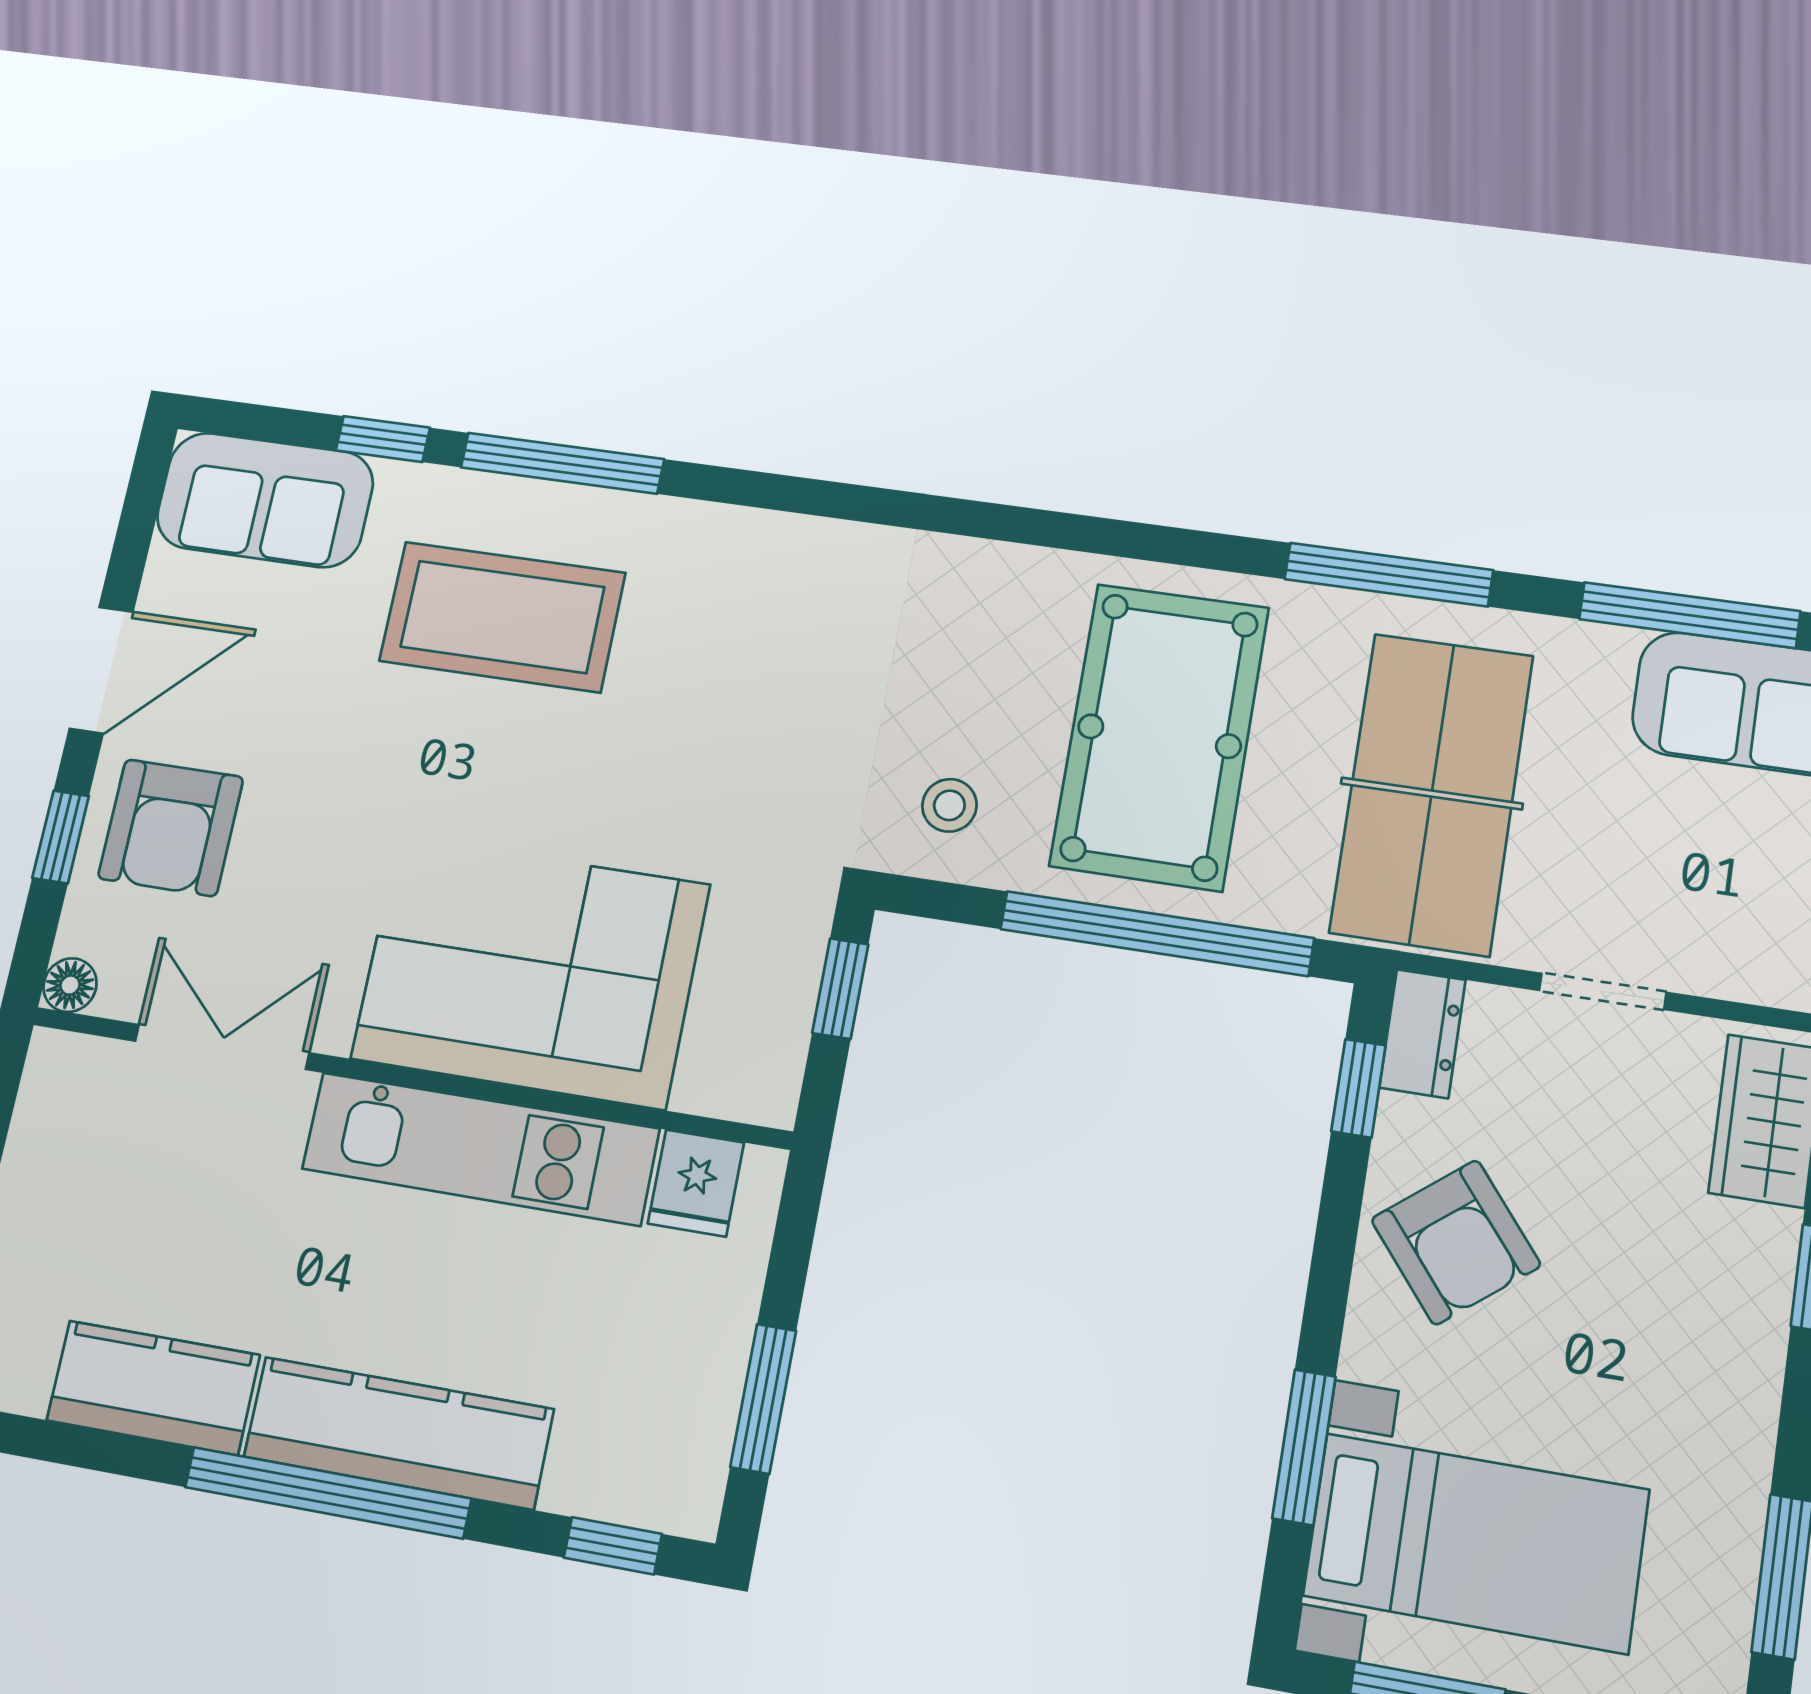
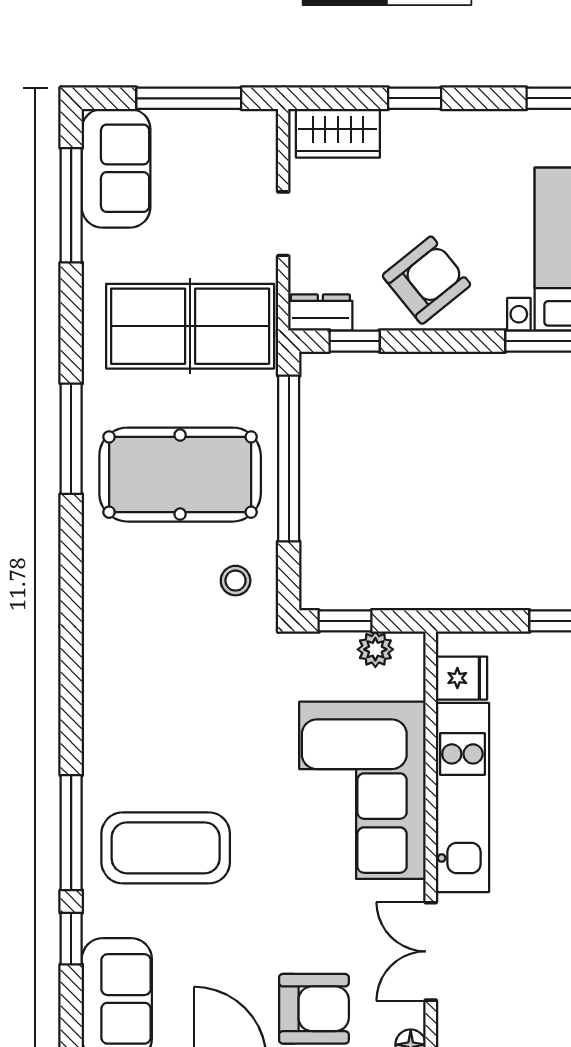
window: (1388, 575) -> (71, 439), moved
coffee table: (502, 617) -> (166, 848), turned 90
plant: (778, 1035) -> (375, 649), added

